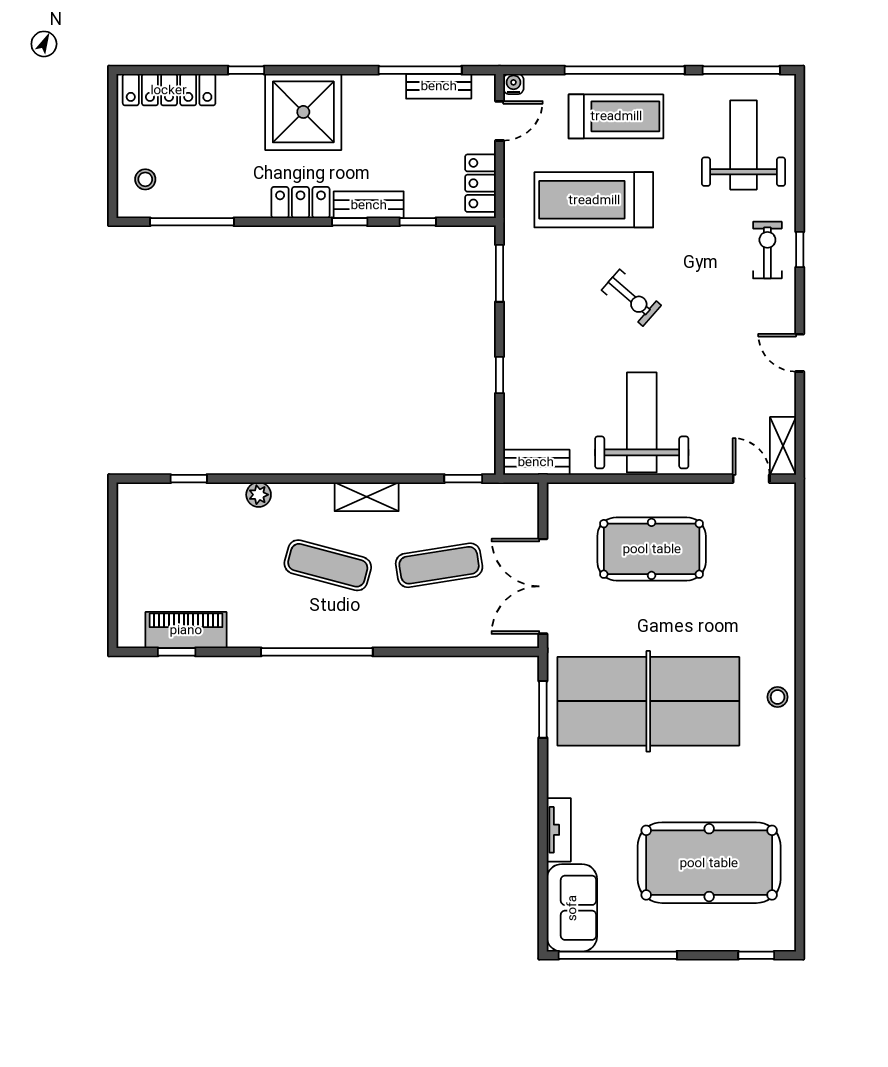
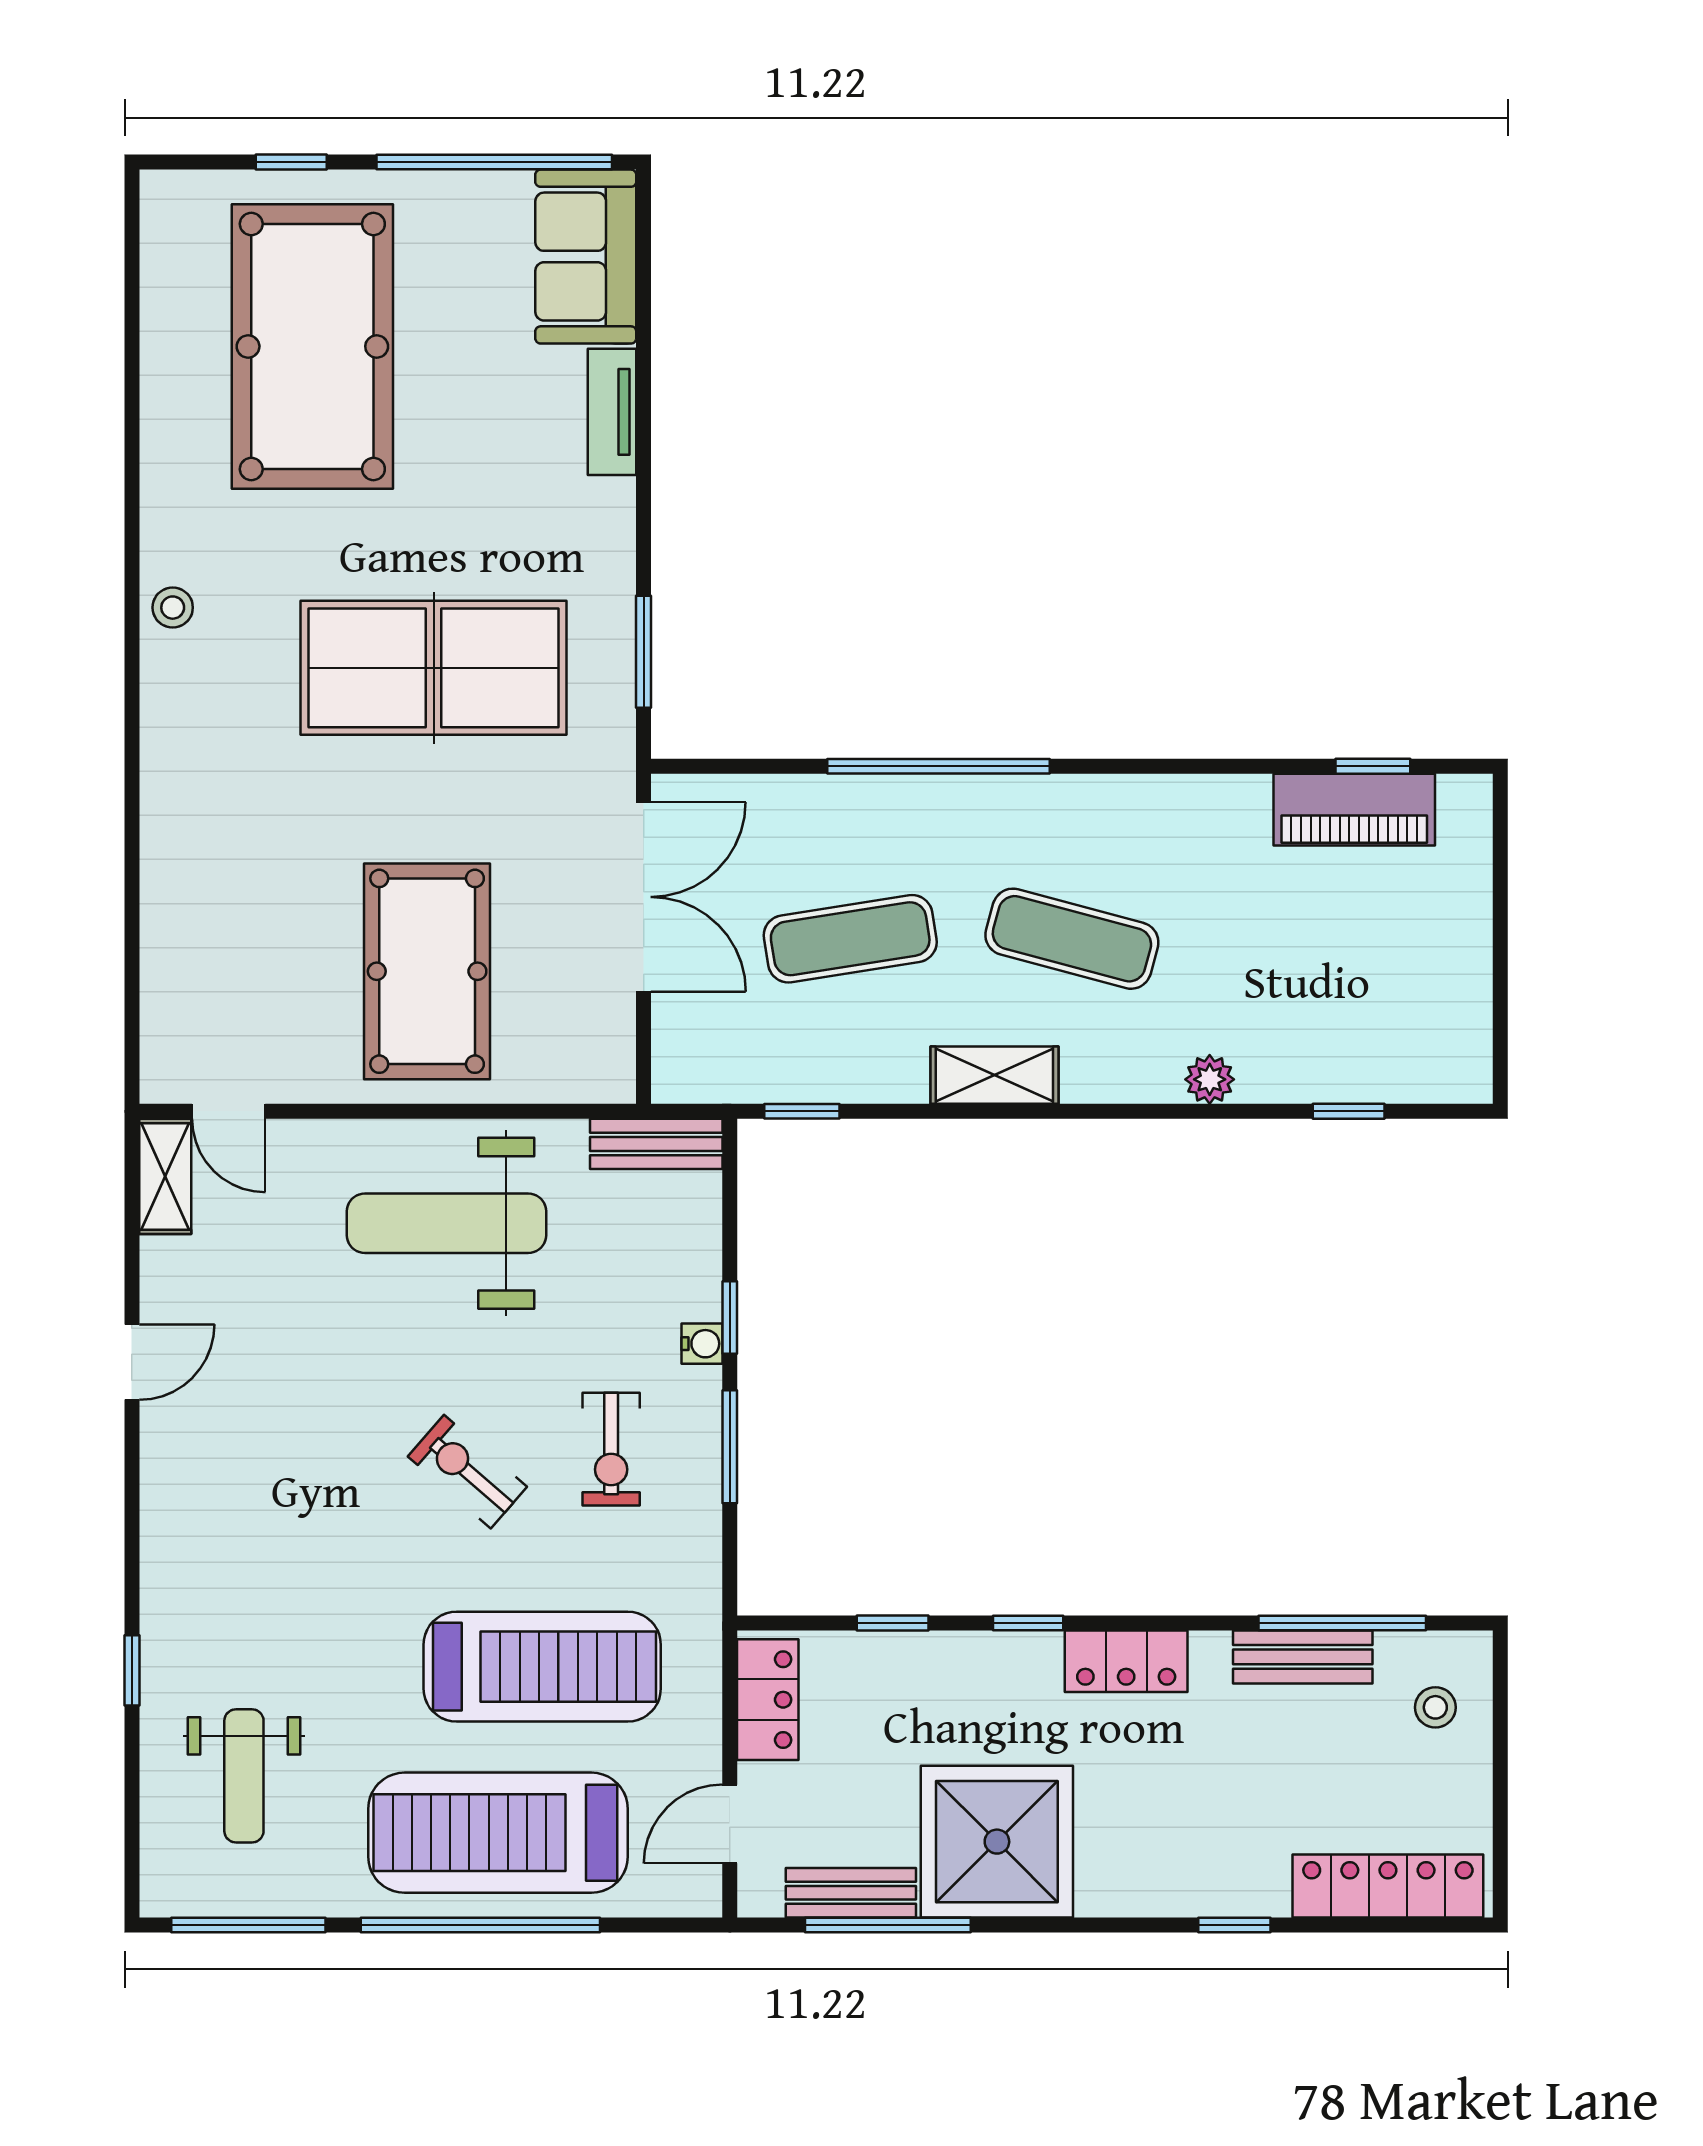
water cooler: (513, 84) -> (702, 1344), moved, turned -90
shower: (303, 112) -> (997, 1842), moved
treadmill: (616, 116) -> (498, 1833), width x1.37, depth x1.38
weight bench: (743, 145) -> (244, 1776), width x0.73, depth x0.75
bench: (369, 205) -> (1303, 1657), moved
exercise bike: (767, 250) -> (611, 1449), moved
window: (800, 250) -> (132, 1670), moved
window: (500, 273) -> (730, 1447), moved
door: (800, 353) -> (132, 1362), hinge flipped
weight bench: (642, 422) -> (447, 1223), turned 90
pool table: (652, 549) -> (427, 971), turned 90
window: (317, 652) -> (939, 766), moved
stool: (778, 697) -> (173, 608), moved
table tennis table: (648, 701) -> (434, 668), width x0.73, depth x0.76
pool table: (709, 863) -> (312, 346), turned 90
window: (756, 955) -> (291, 162), moved

